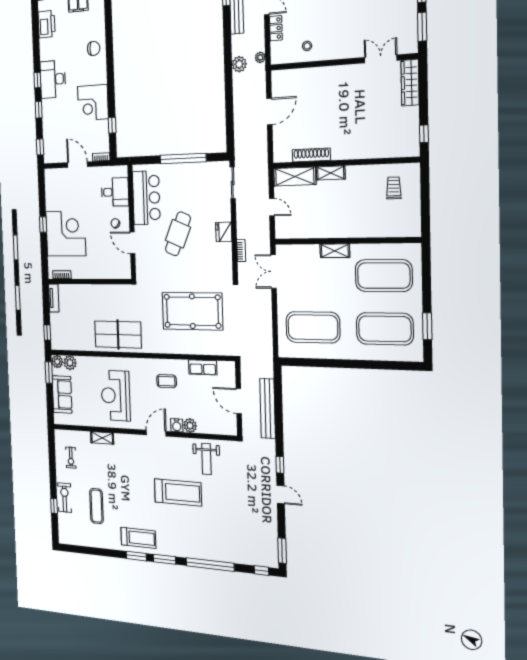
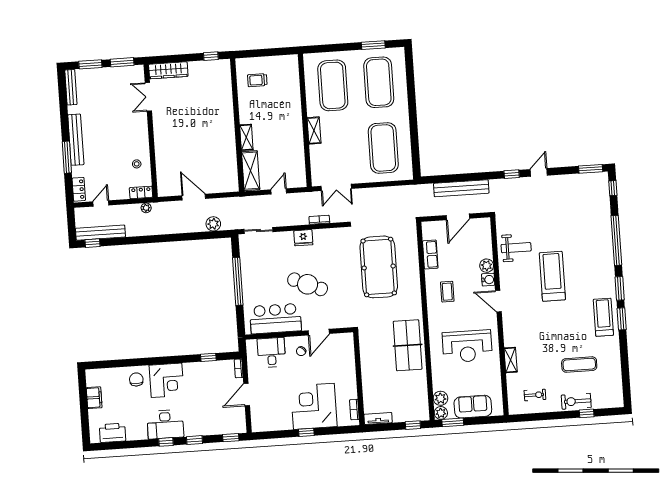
locker: (276, 28) -> (141, 192), moved
plant: (239, 64) -> (213, 224), moved
corner desk: (93, 103) -> (167, 380), moved
shoe rack: (311, 155) -> (231, 156), removed

